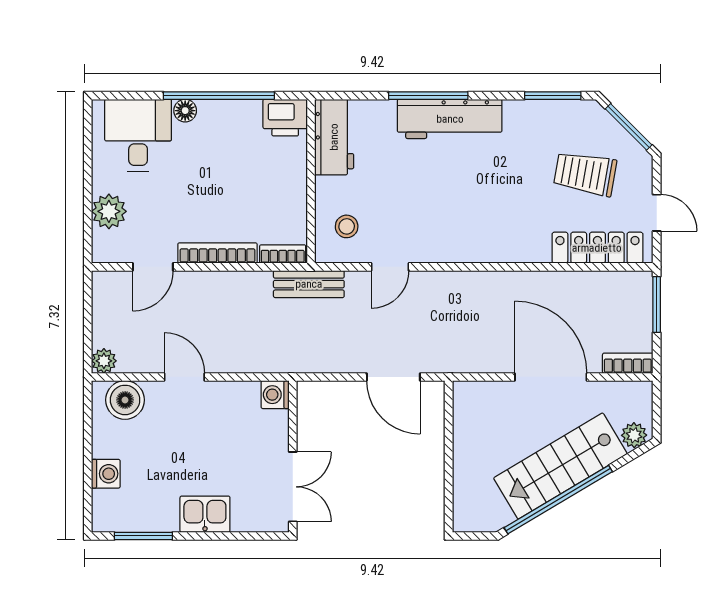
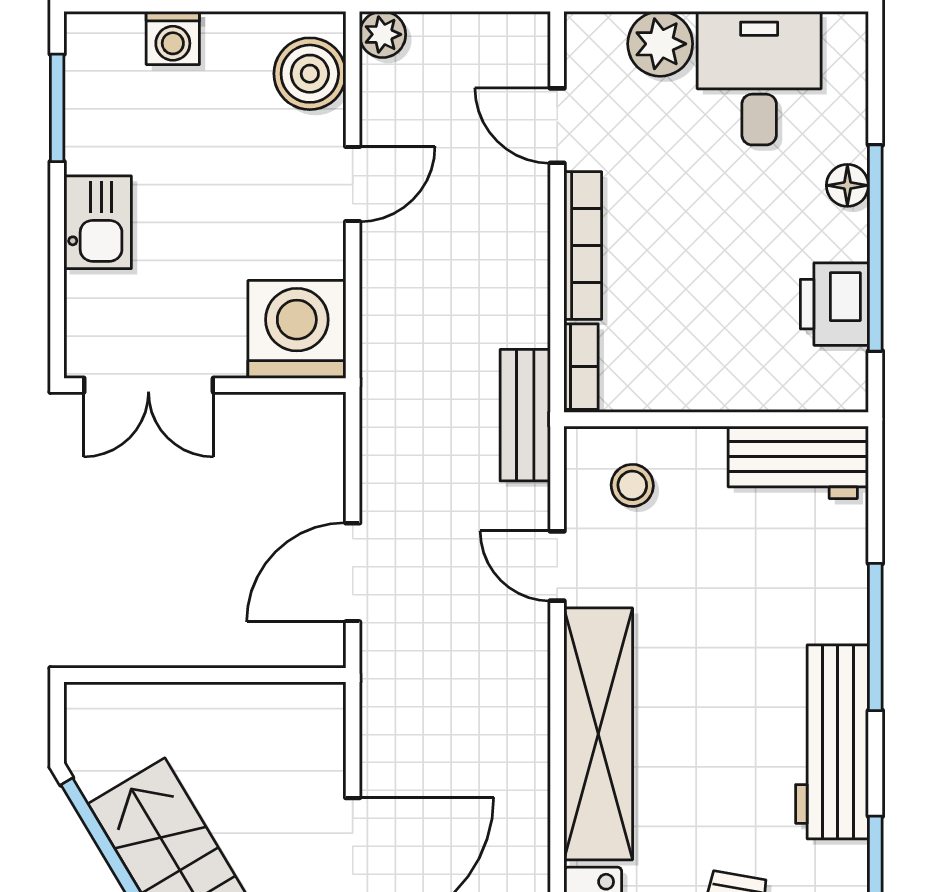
printer: (285, 118) -> (834, 304), moved
workbench: (450, 119) -> (832, 742), moved
desk: (138, 135) -> (759, 78), moved, turned -90
shelving: (480, 245) -> (598, 734), added
washing machine: (275, 395) -> (297, 329), width x1.89, depth x1.89

